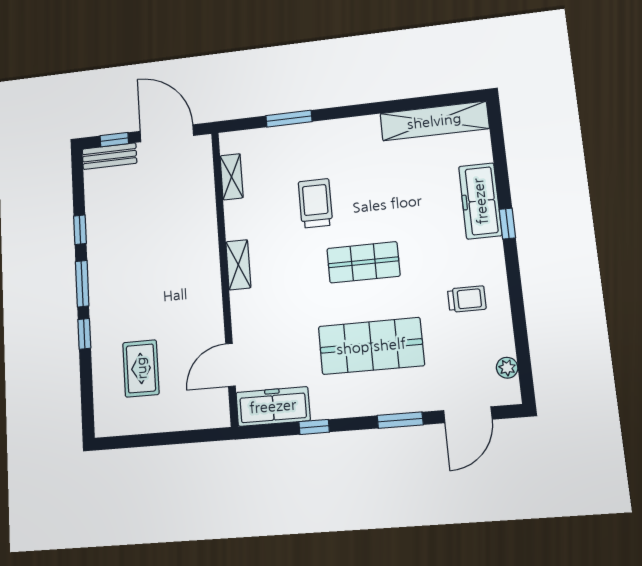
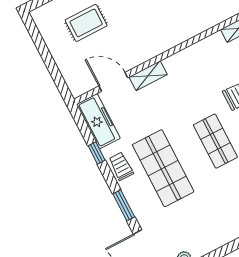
shelving: (238, 265) -> (148, 76), moved
trolley: (467, 299) -> (121, 166), moved, turned 180

